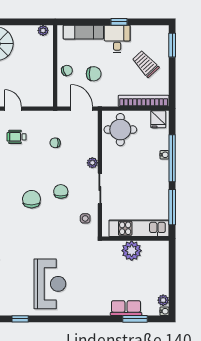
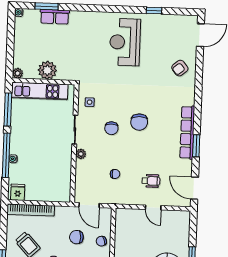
round table: (120, 130) -> (54, 184), removed
plant: (163, 300) -> (18, 73), moved

